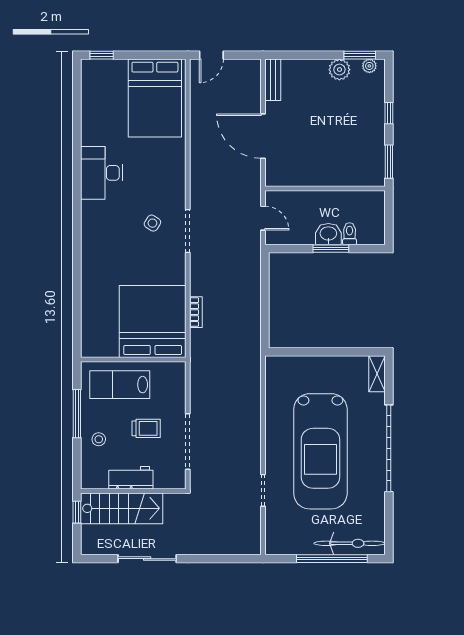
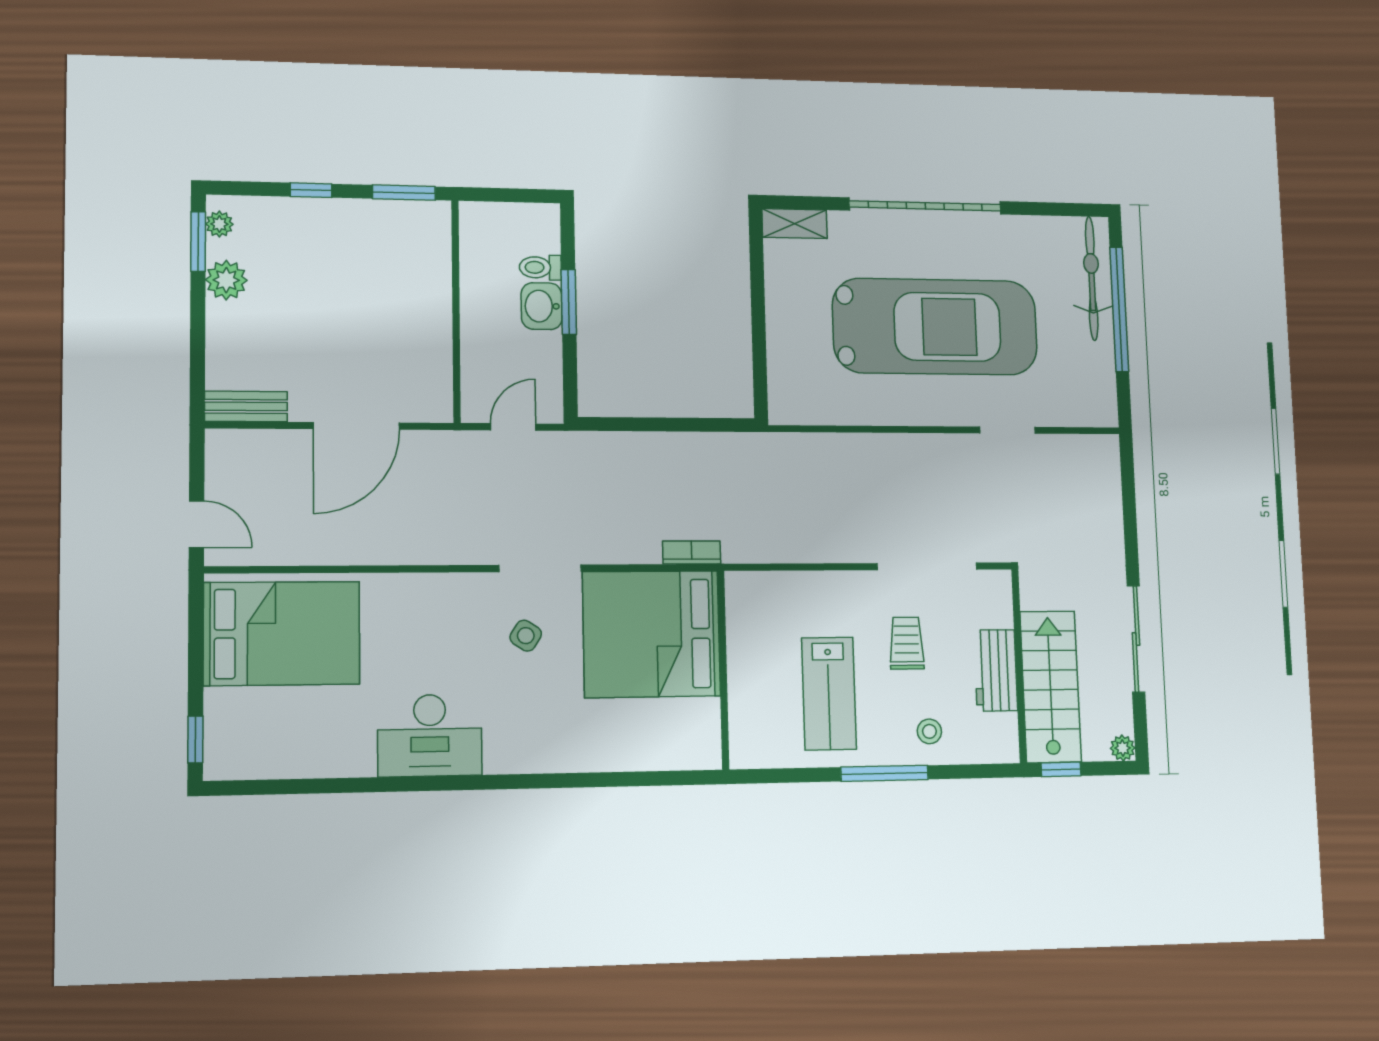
bed: (153, 321) -> (651, 634), moved
wall: (133, 359) -> (723, 670), moved
plant: (88, 548) -> (1123, 748), added

